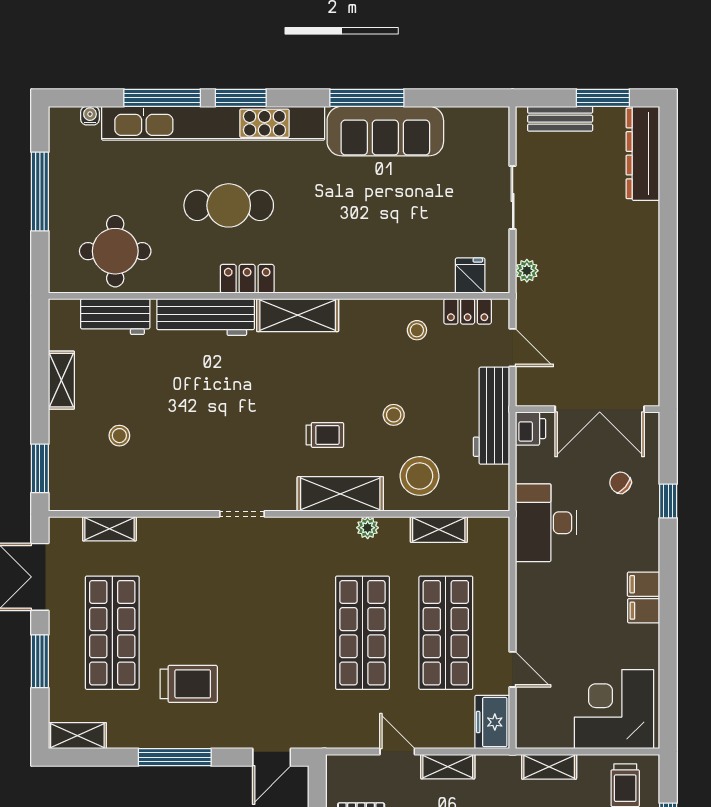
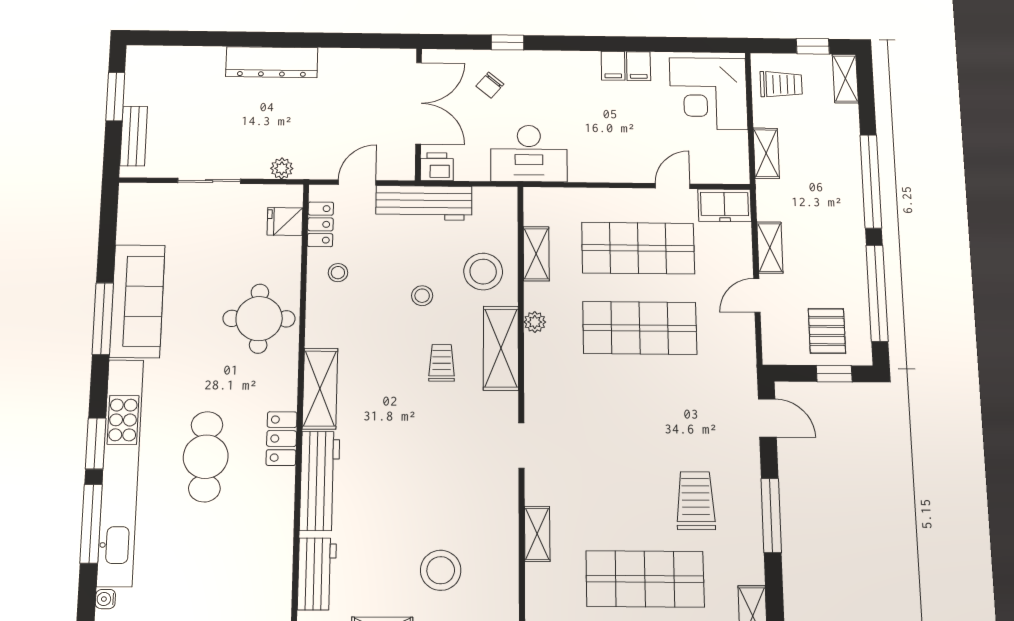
dresser: (643, 153) -> (272, 62), moved
round table: (115, 251) -> (259, 319), moved
stool: (119, 436) -> (441, 570), width x1.89, depth x1.89
shelving: (109, 529) -> (537, 534), moved
filing cabinet: (644, 584) -> (639, 66), moved

